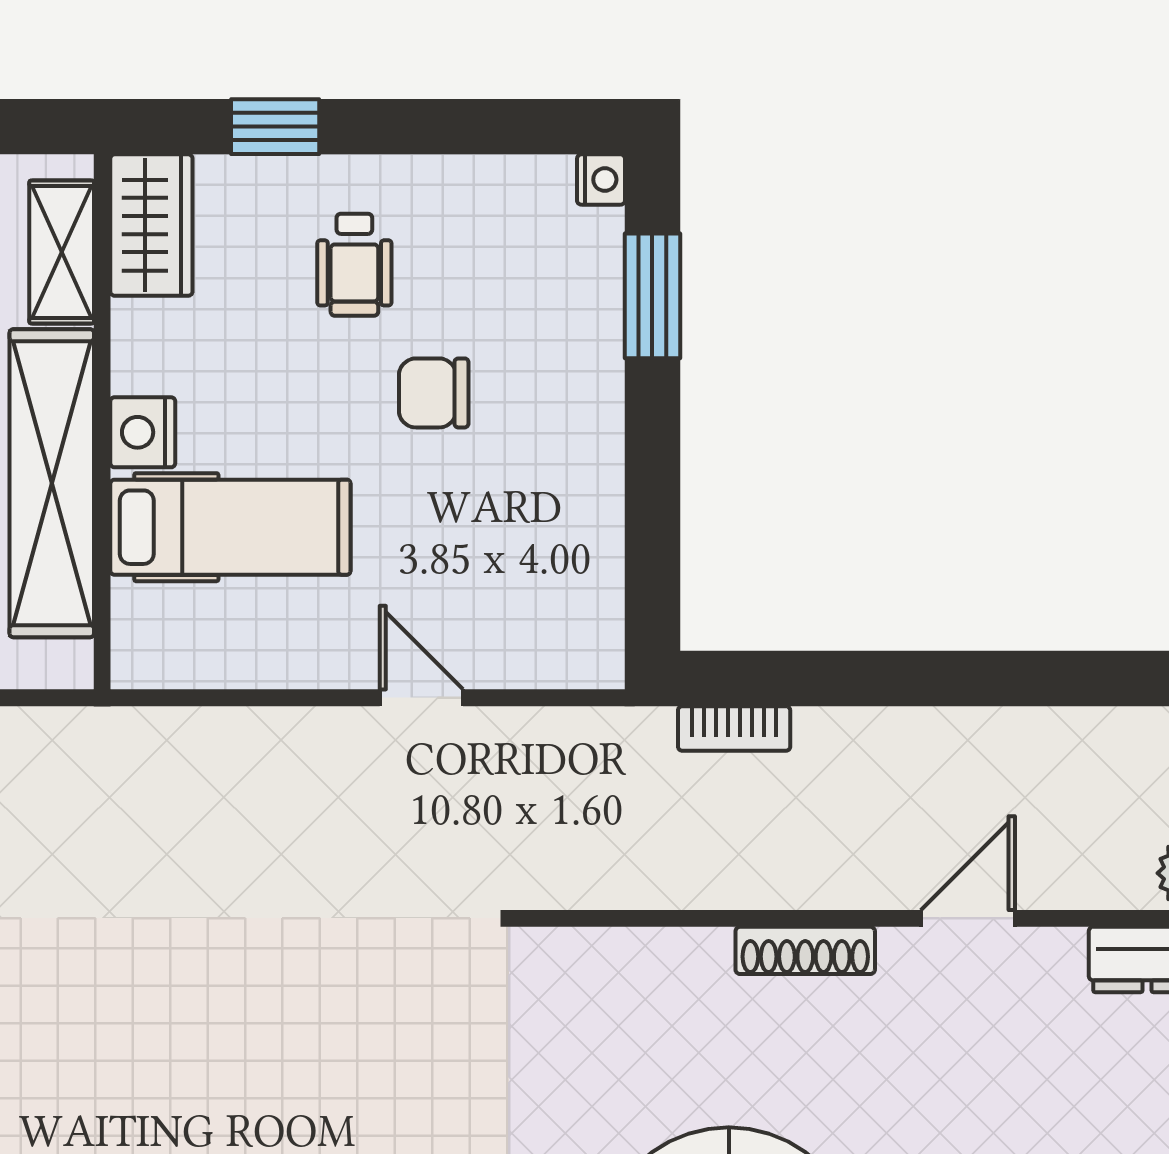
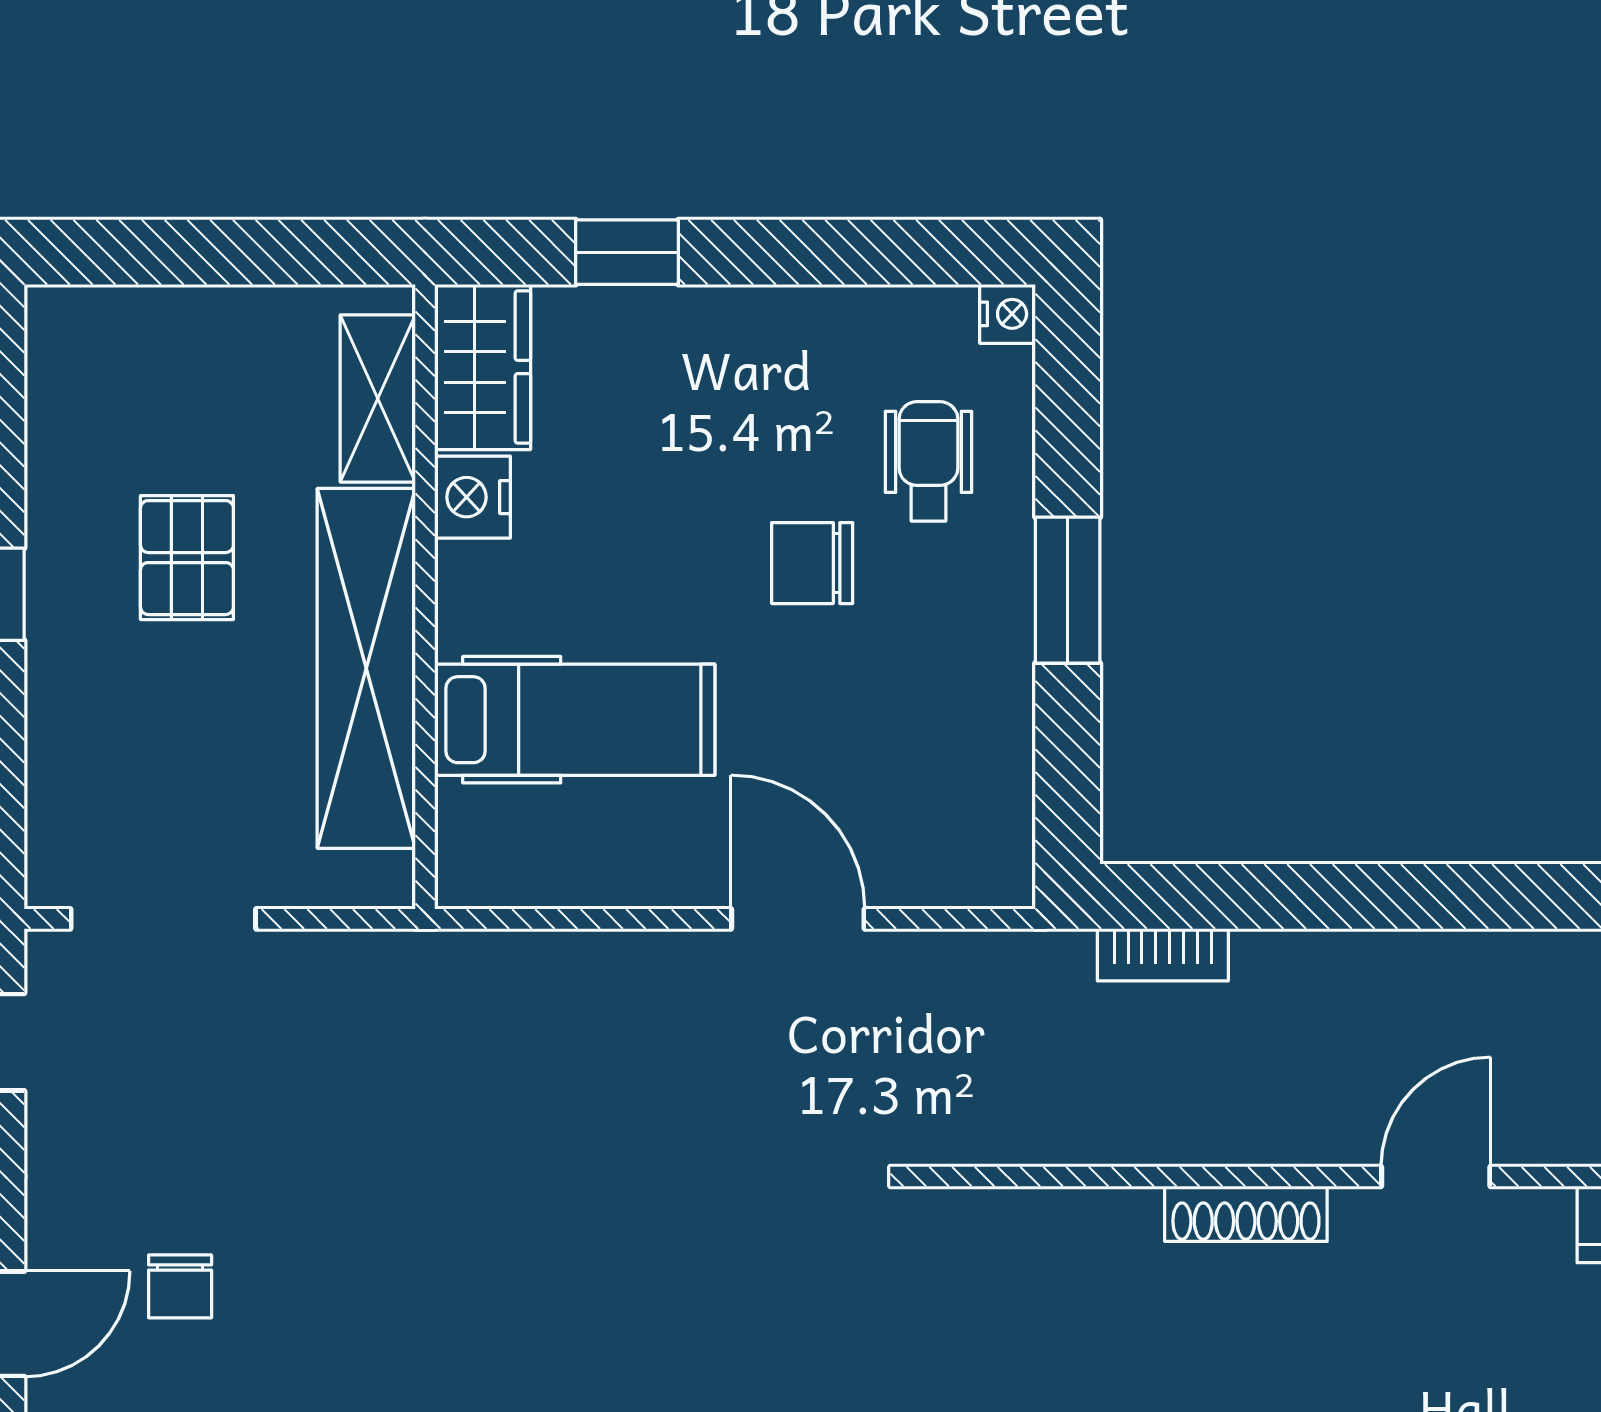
wheelchair: (354, 265) -> (928, 461), moved, turned 180
window: (652, 296) -> (1068, 590), moved
nightstand: (143, 432) -> (472, 497), moved
door: (421, 698) -> (798, 919), width x1.37

